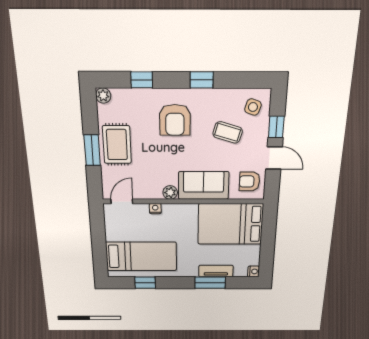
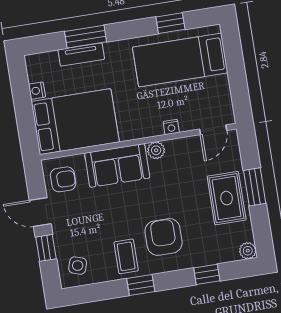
coffee table: (228, 132) -> (126, 256), moved, turned 74
nightstand: (254, 271) -> (37, 91), moved

